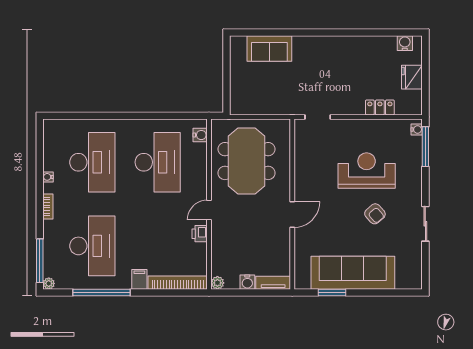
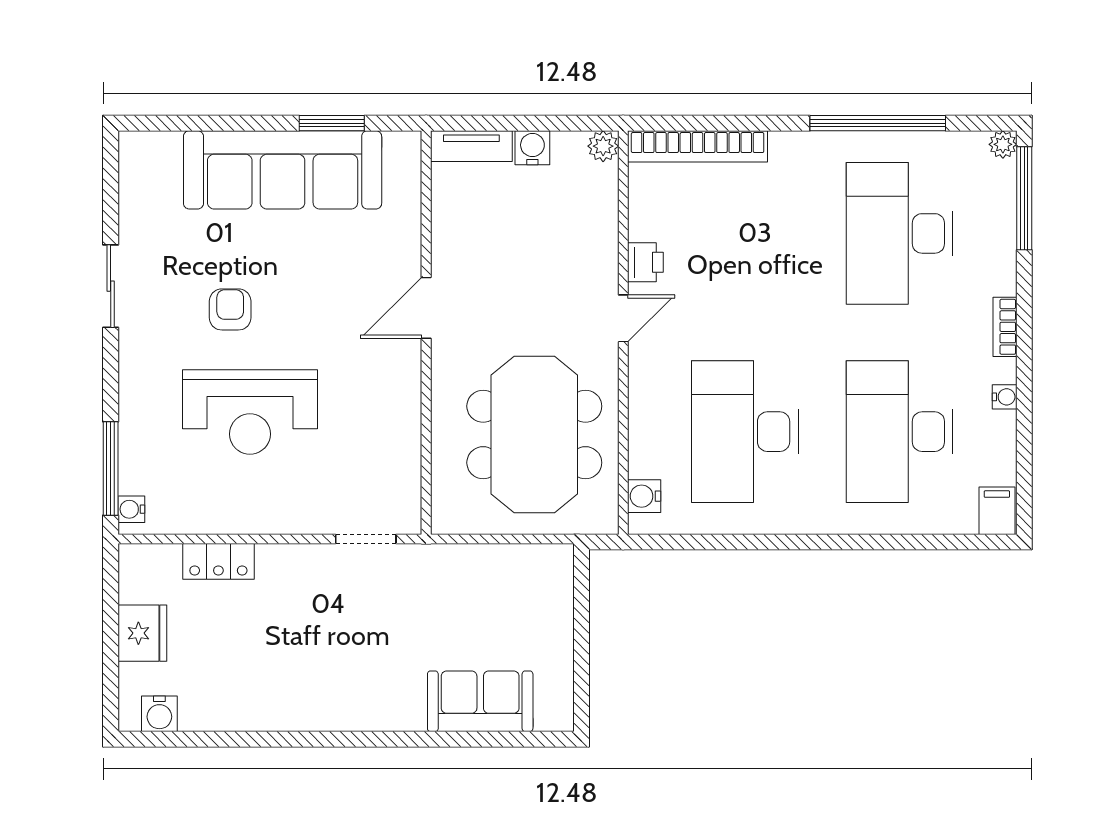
armchair: (375, 214) -> (230, 309), turned 41
filing cabinet: (139, 279) -> (997, 511), moved, turned 180

